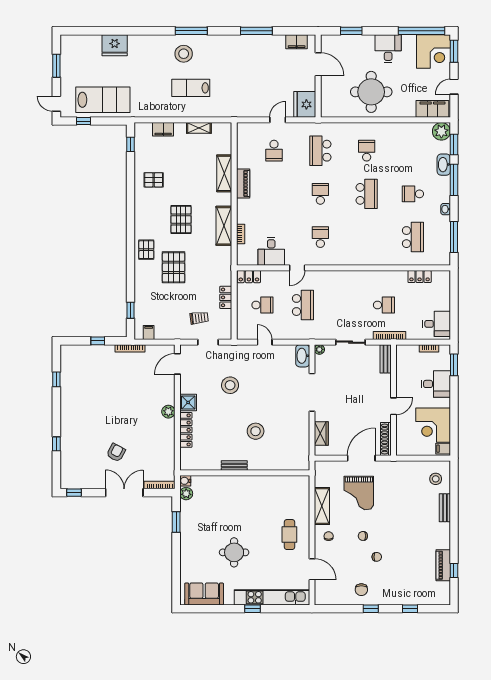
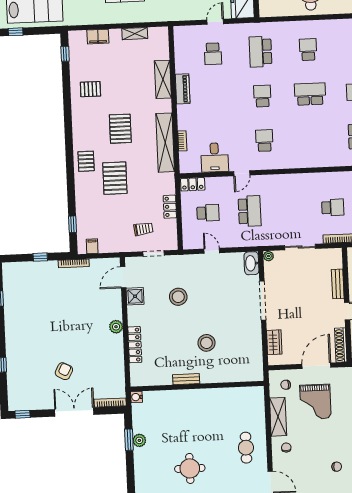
school desk: (367, 194) -> (310, 94), turned -90
shelving: (224, 226) -> (165, 143), width x1.47
bench: (386, 359) -> (338, 284), moved
shower: (188, 402) -> (135, 296), moved
plant: (186, 494) -> (139, 440), moved
chair: (363, 536) -> (286, 385), moved

